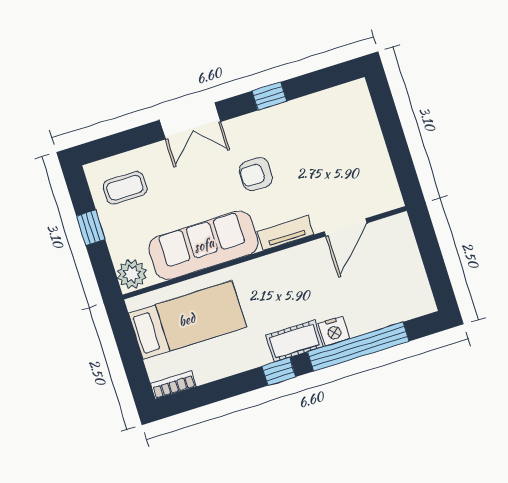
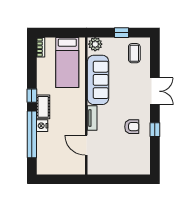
double door: (190, 121) -> (155, 91), swing flipped
armchair: (256, 174) -> (132, 127), moved, turned 90

